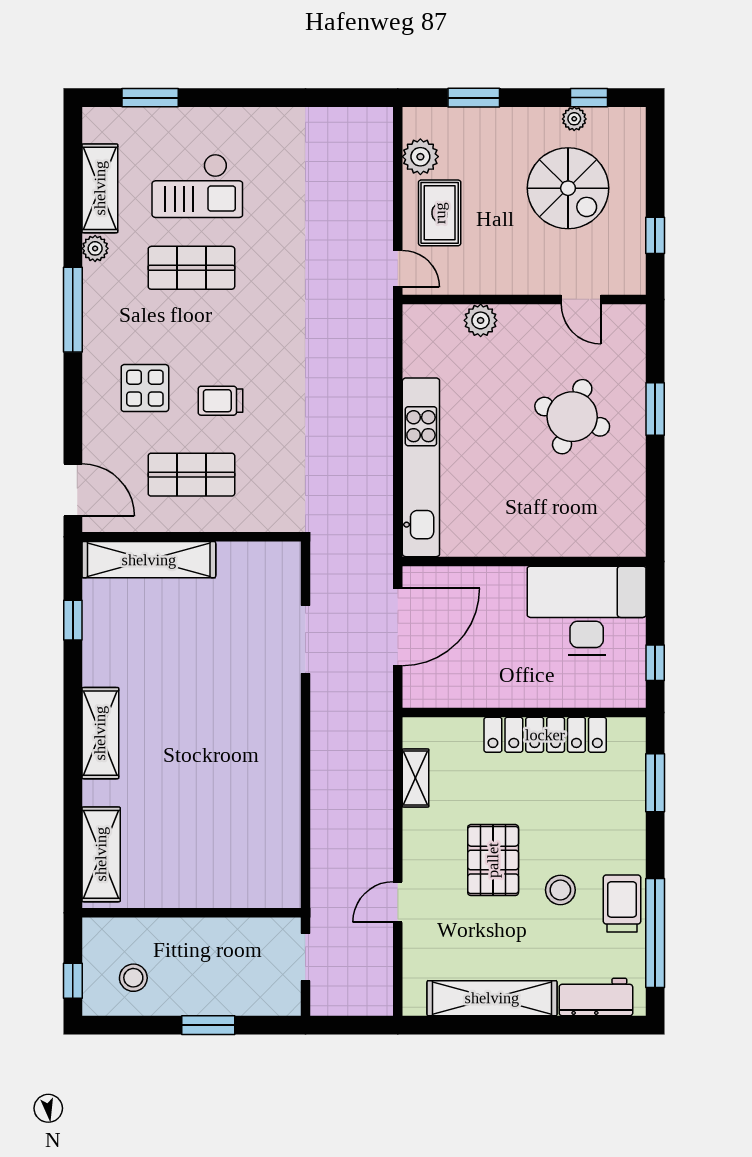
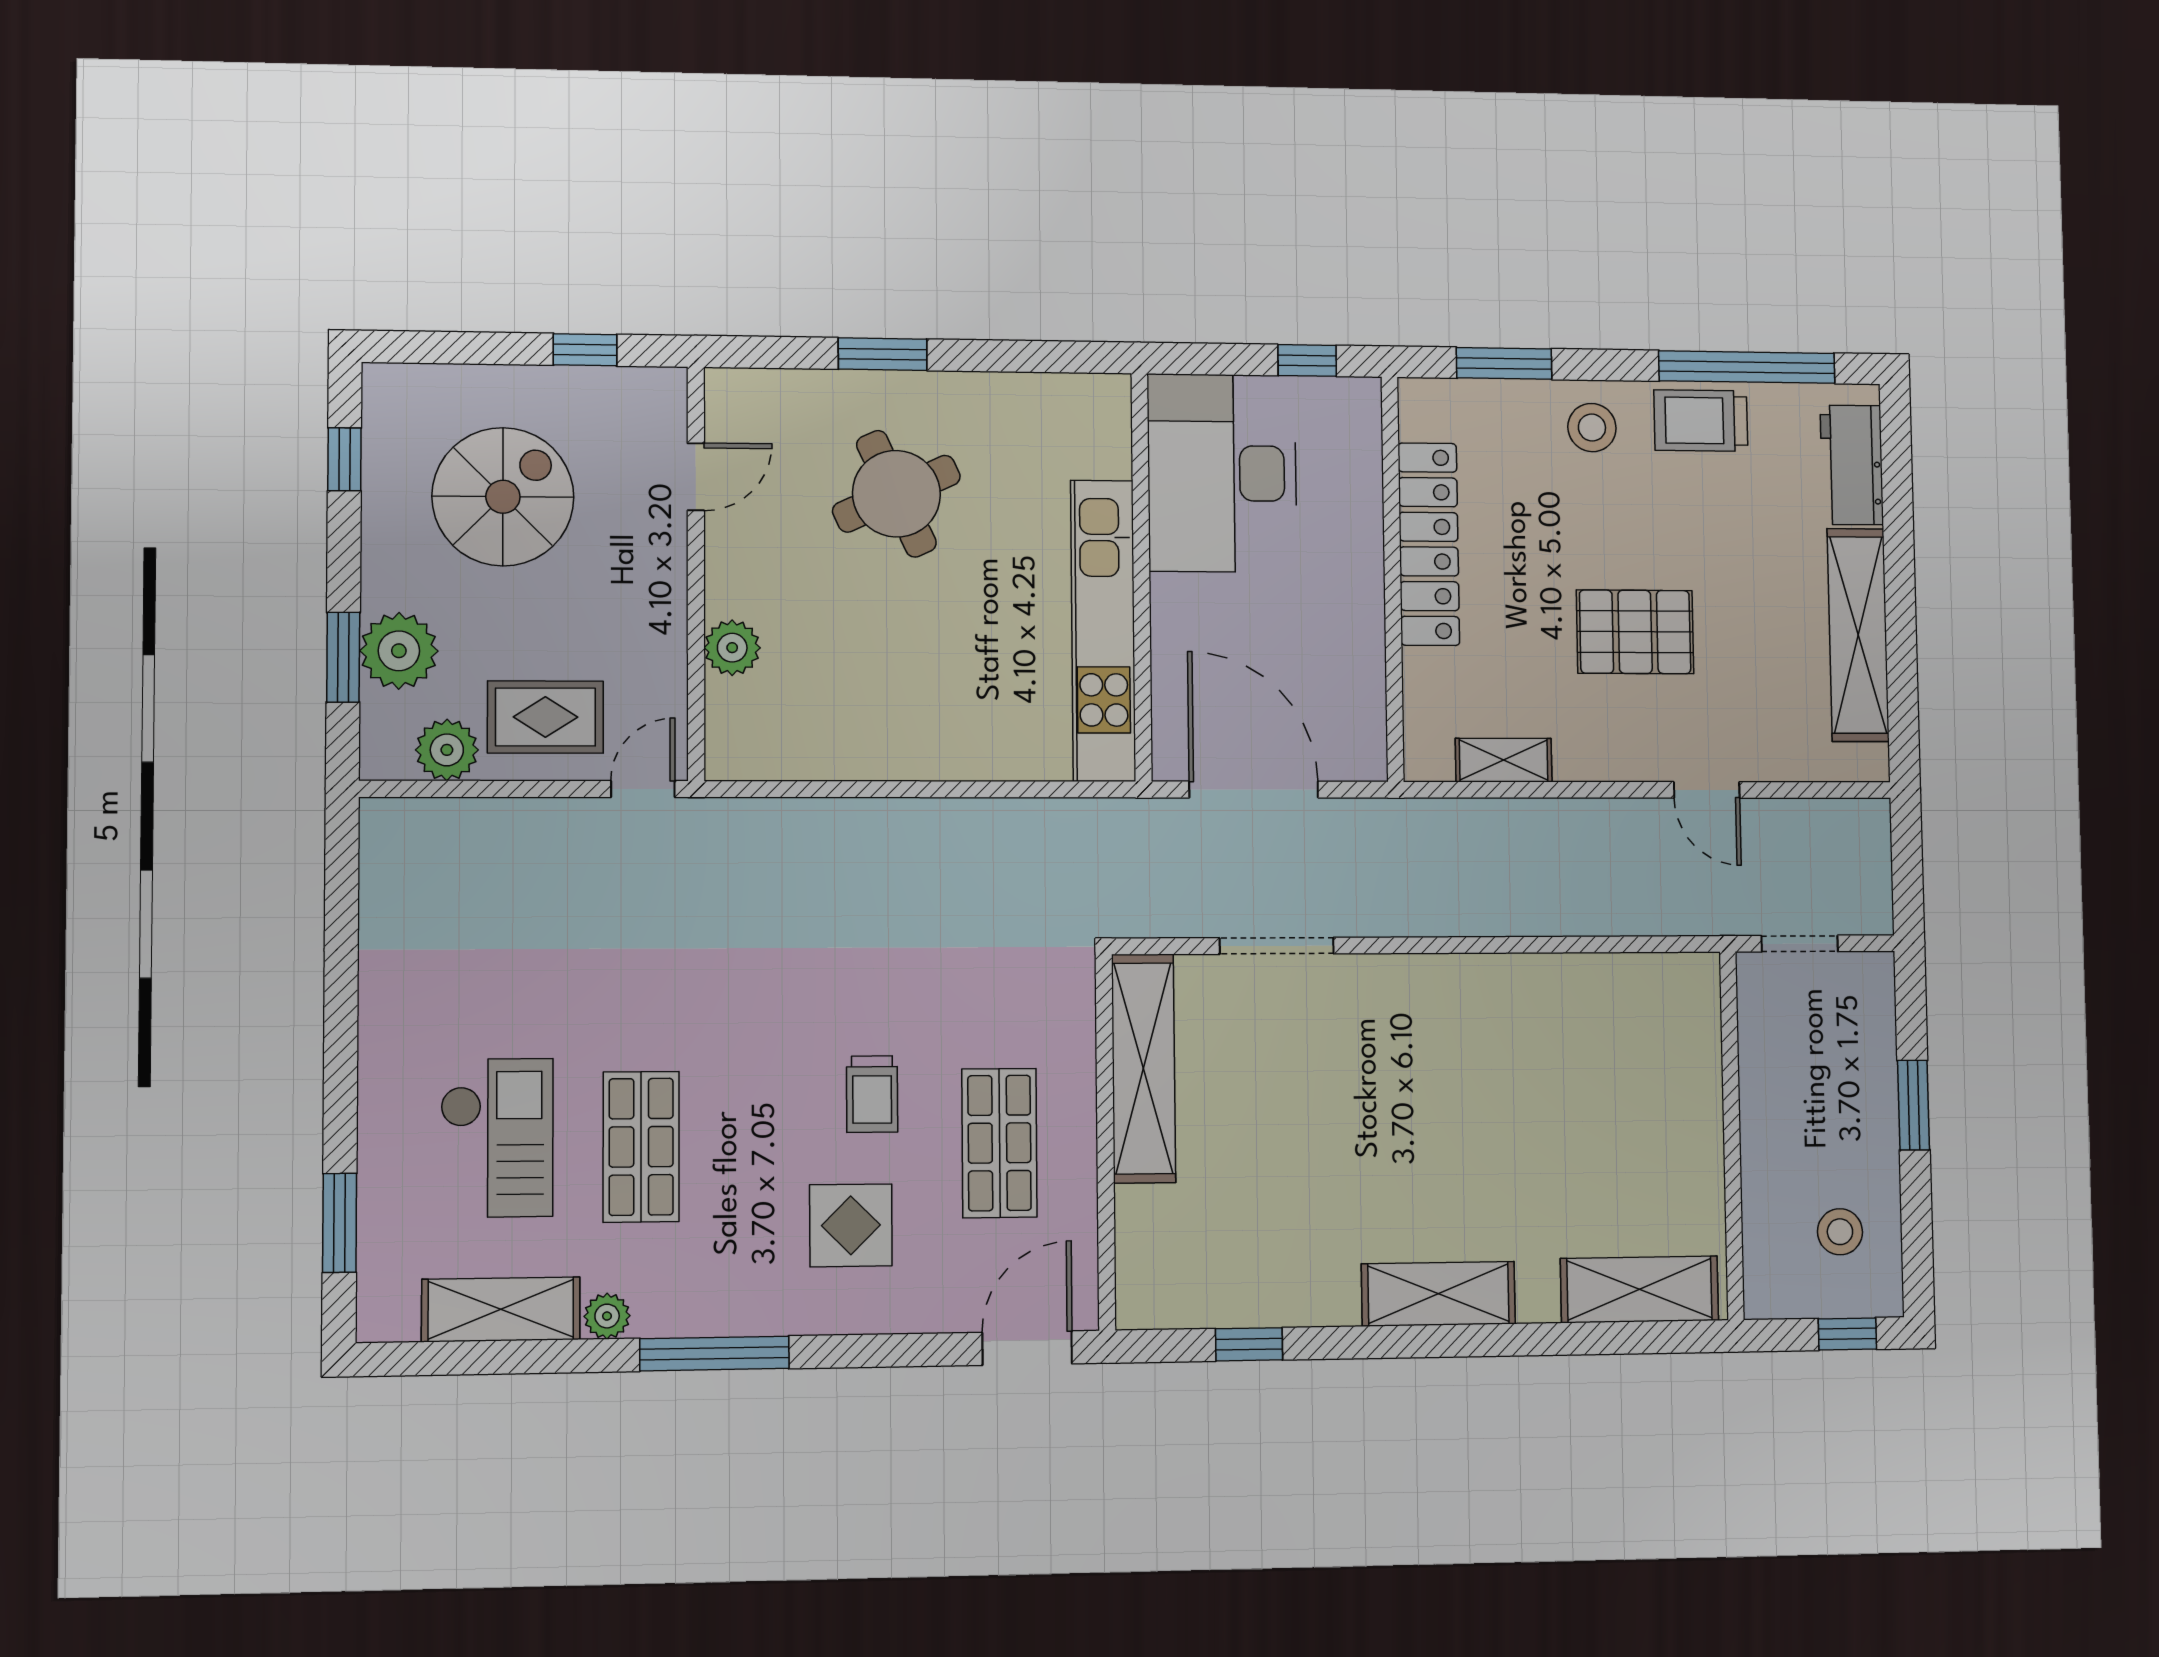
plant: (574, 119) -> (399, 651), moved, width x1.87, depth x1.87
round table: (572, 417) -> (896, 494), turned 45
kitchen unit: (421, 467) -> (1103, 631), moved, turned -90
shelving: (149, 560) -> (1143, 1068), moved
stool: (560, 890) -> (1592, 428), moved

